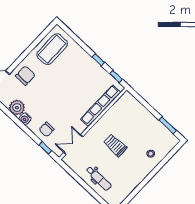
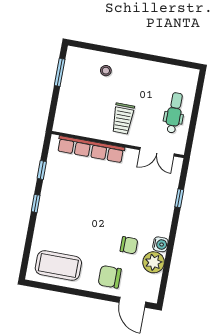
row of seats: (101, 106) -> (91, 149), moved
wall: (93, 124) -> (118, 145), moved
chair: (47, 129) -> (129, 245), moved
double door: (73, 145) -> (157, 152), moved

